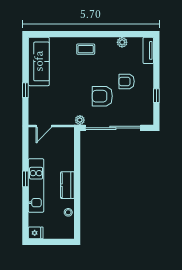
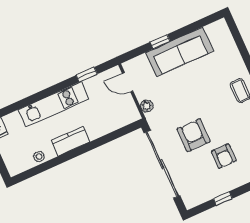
sofa: (39, 61) -> (179, 52), moved
armchair: (127, 81) -> (224, 156), turned 180
plant: (80, 120) -> (147, 106), moved
window: (25, 179) -> (87, 75), moved

